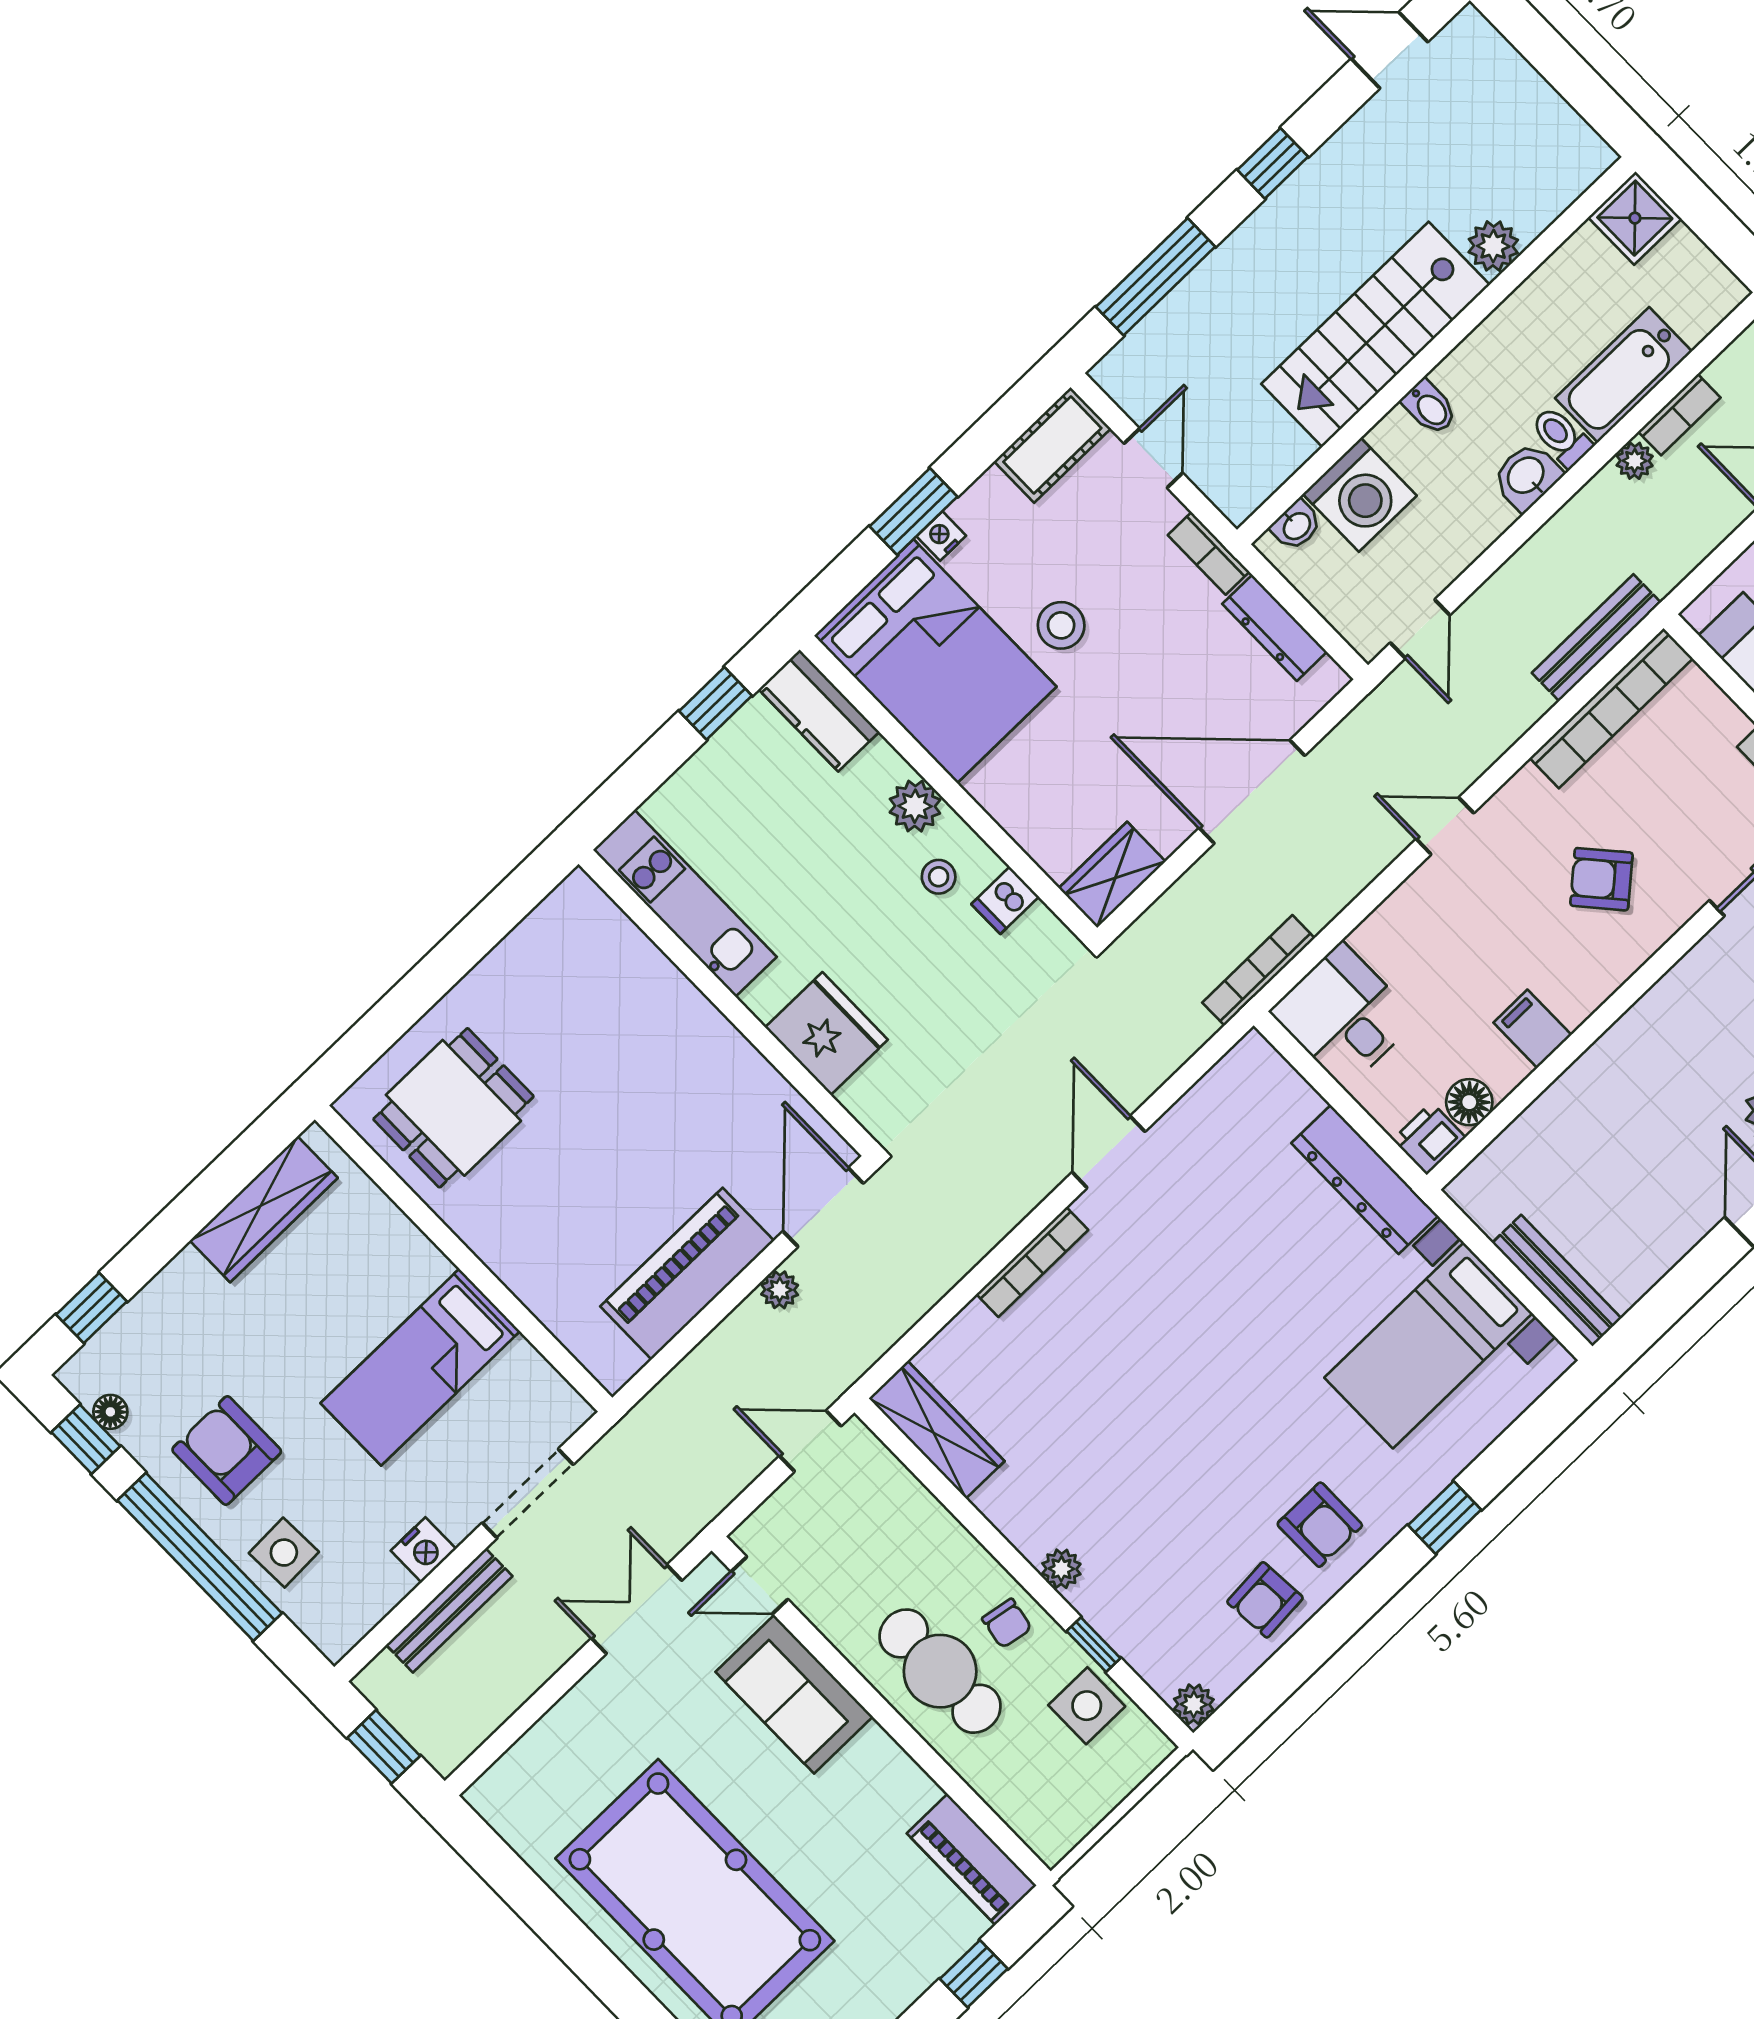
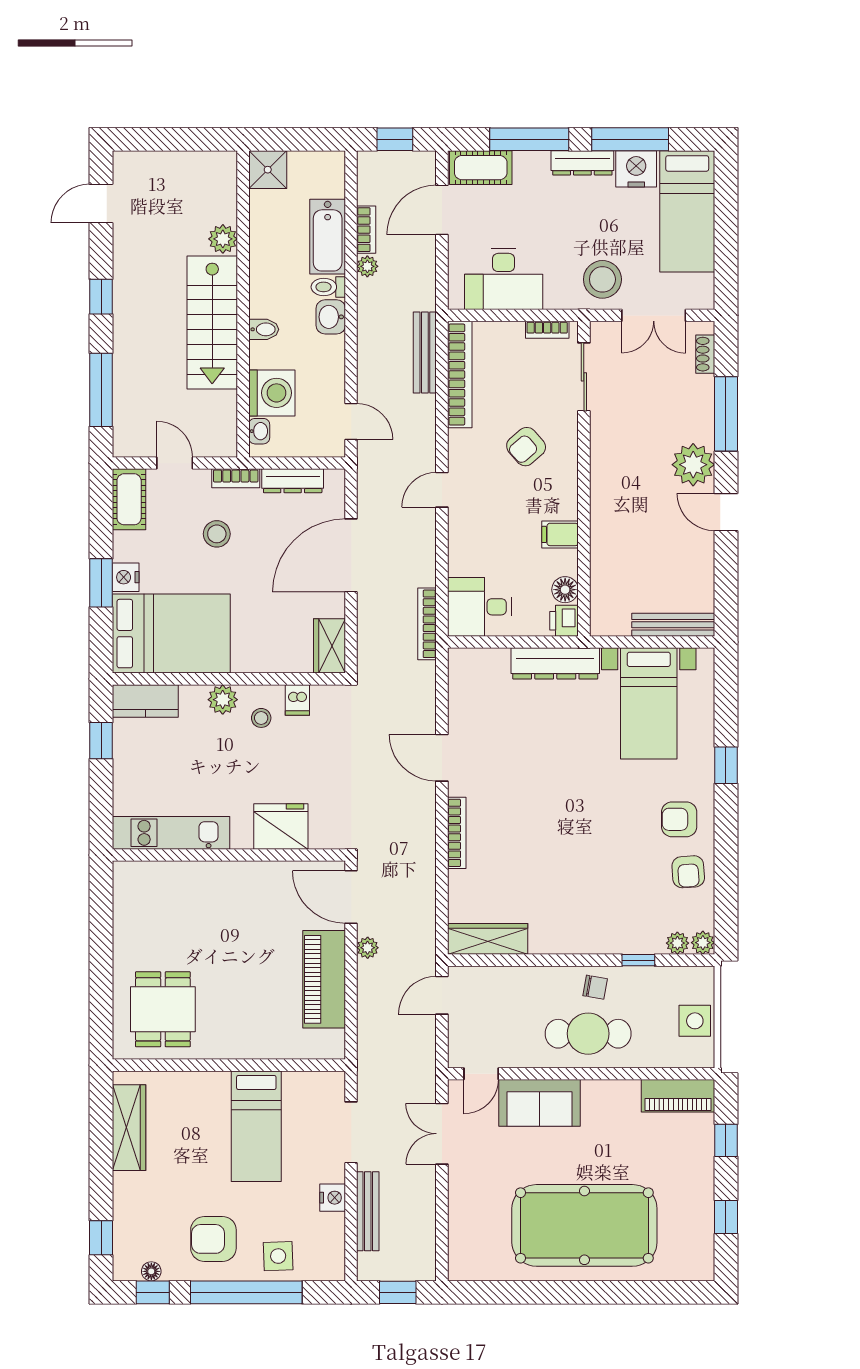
nightstand: (941, 536) -> (126, 577), width x1.39, depth x1.35
stool: (1061, 625) -> (217, 534), moved
armchair: (1320, 1525) -> (679, 819), turned 180
plant: (1061, 1569) -> (677, 943), moved
side table: (1087, 1706) -> (695, 1021), moved

